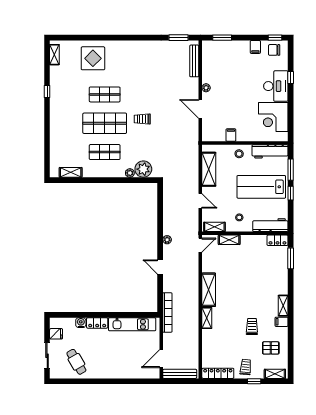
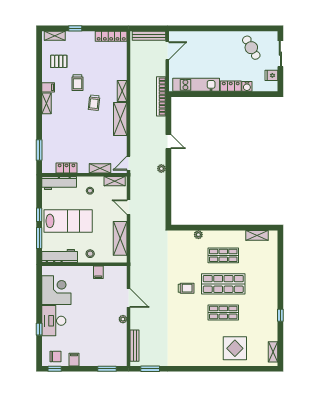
plant: (143, 169) -> (185, 239), removed
locker: (277, 240) -> (67, 168), moved
trolley: (246, 367) -> (94, 103), moved

